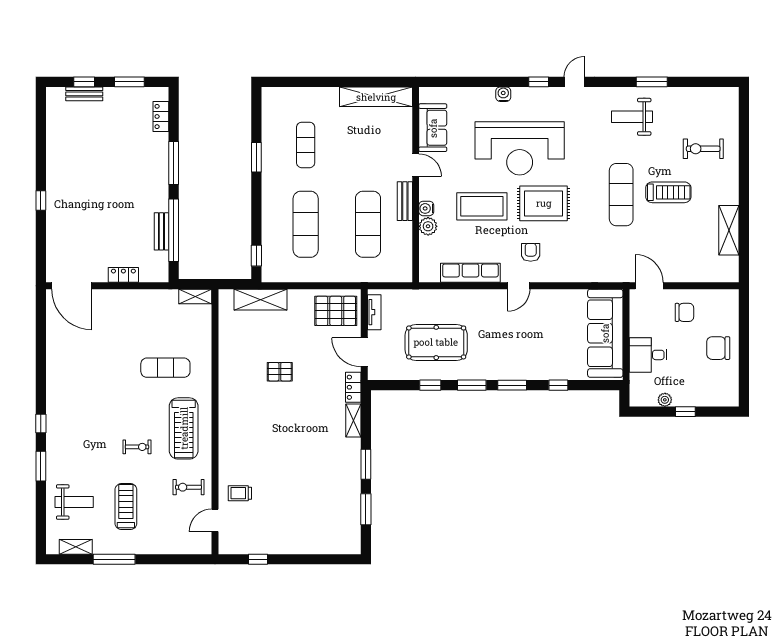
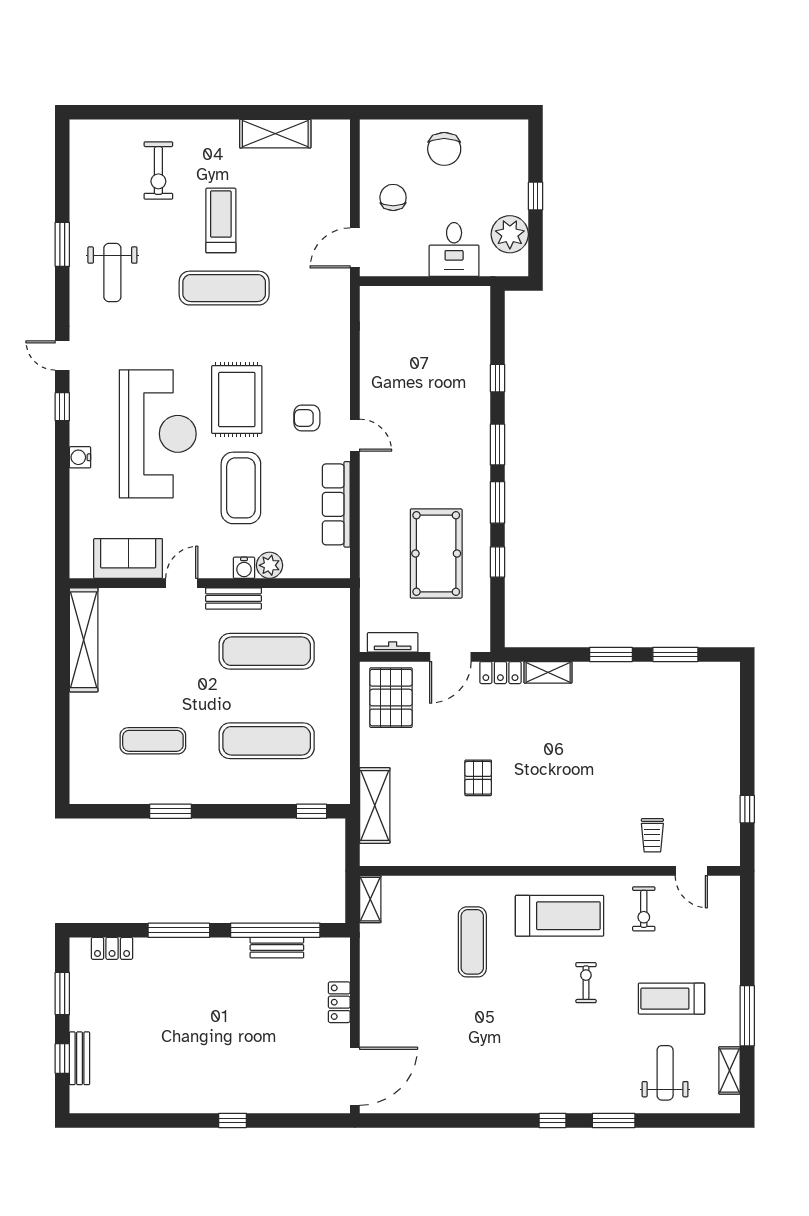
sofa: (605, 333) -> (423, 311), removed
plant: (665, 400) -> (510, 234), width x1.88, depth x1.88

